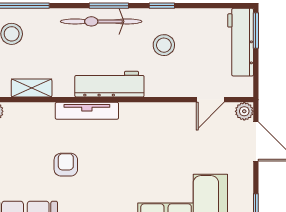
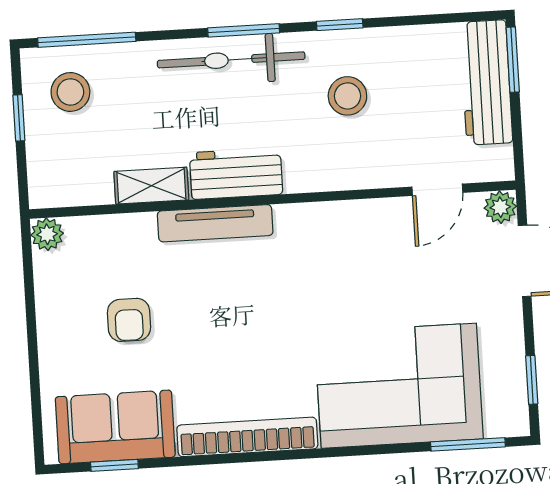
workbench: (109, 84) -> (236, 174), width x0.73
shelving: (32, 88) -> (151, 186), moved
armchair: (66, 165) -> (129, 320), moved, turned 180

